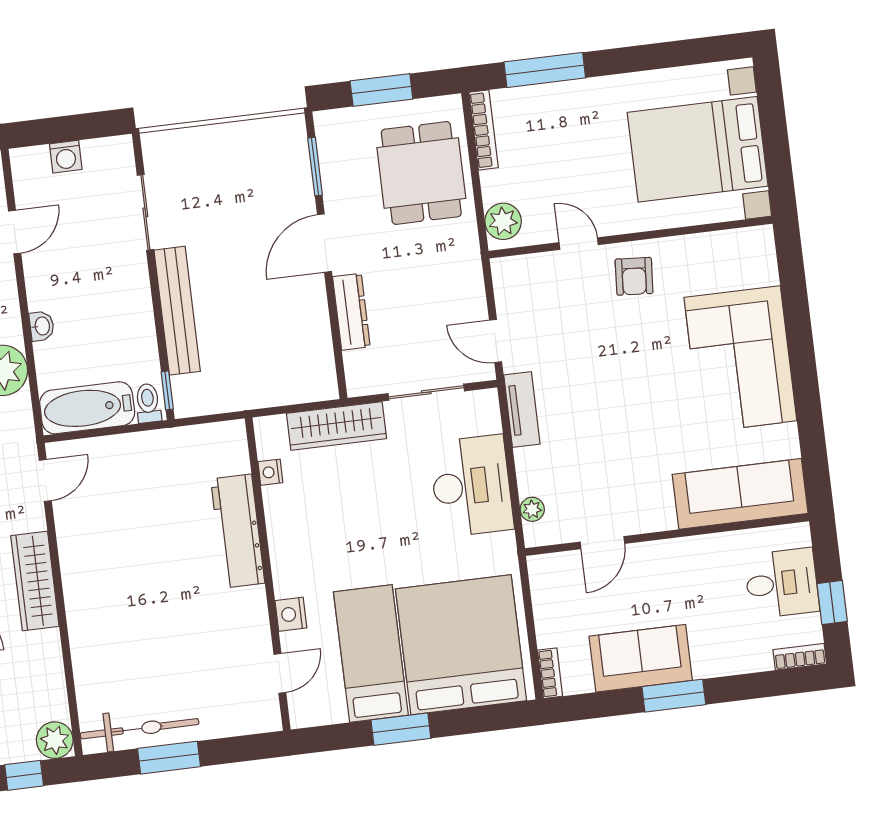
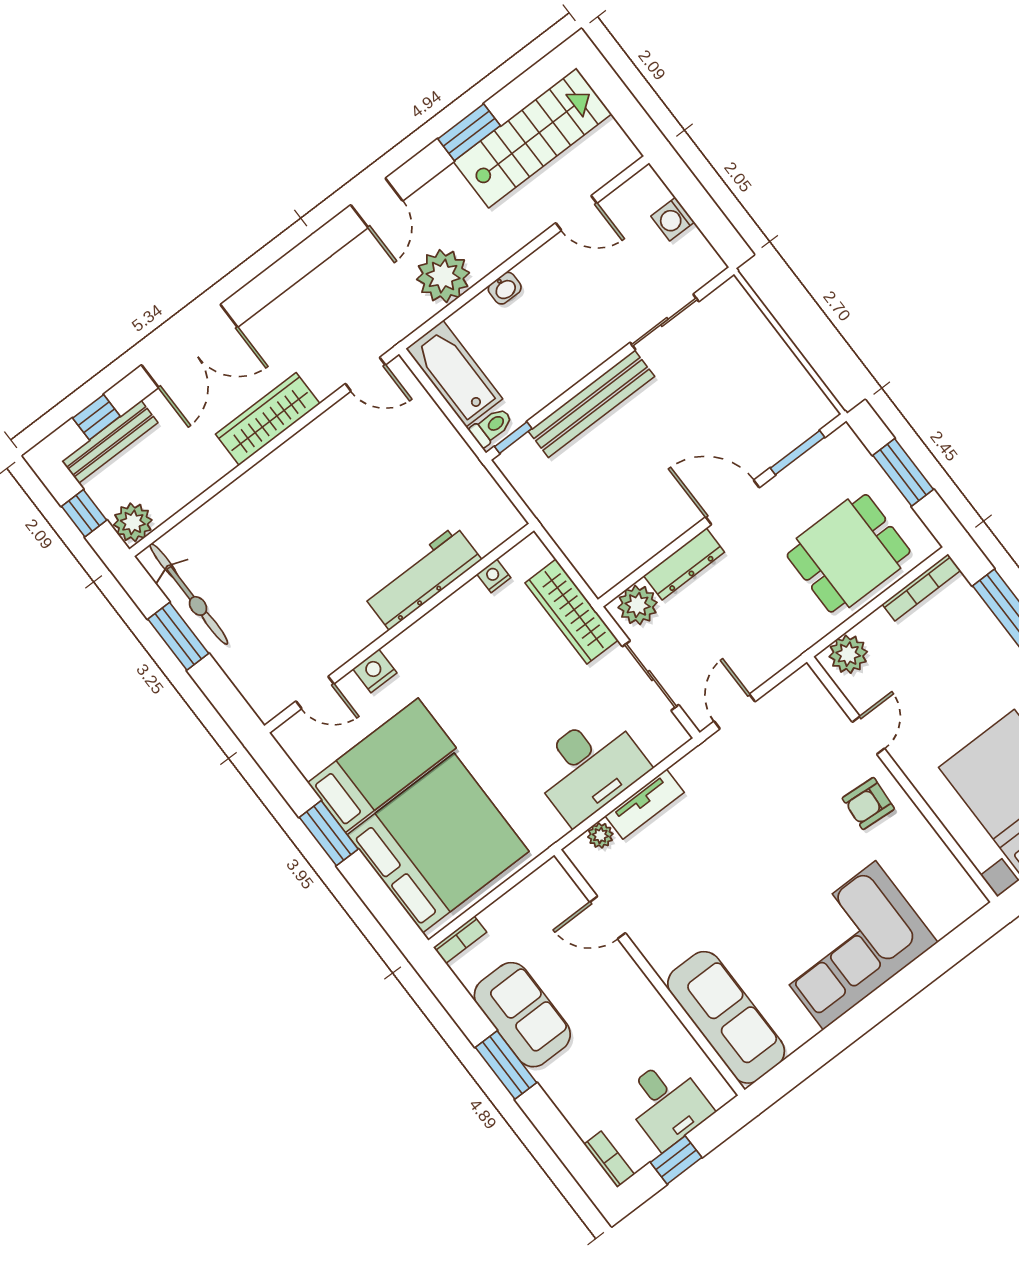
plant: (363, 369) -> (638, 605), added
tv unit: (522, 409) -> (645, 804), moved

